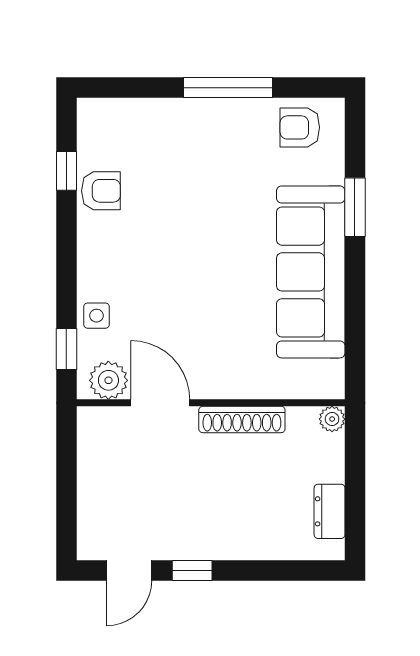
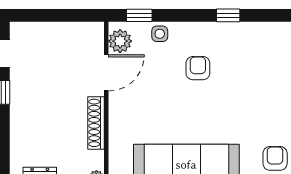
window: (66, 171) -> (228, 15), moved
armchair: (101, 191) -> (198, 68), moved, turned 180

